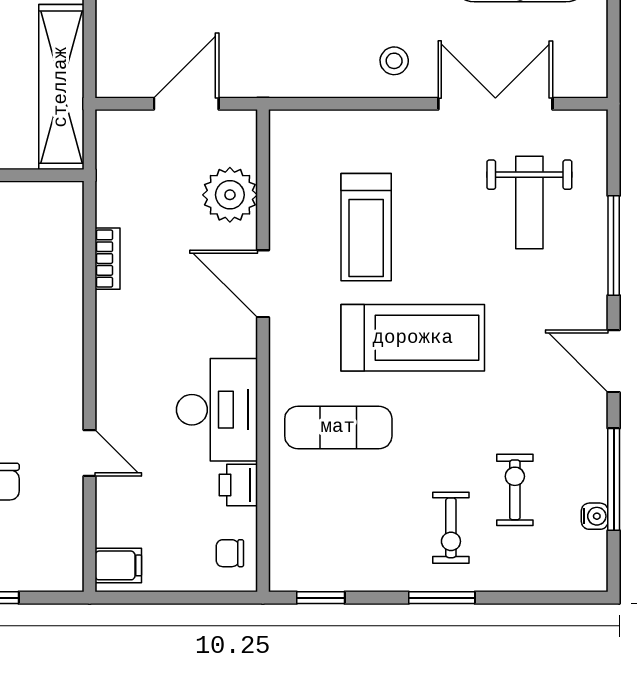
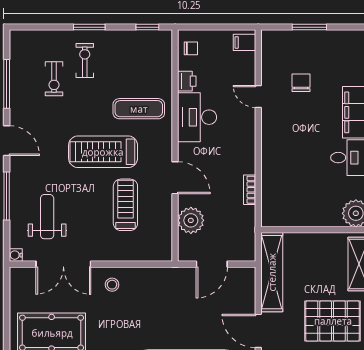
water cooler: (595, 516) -> (16, 255), moved

